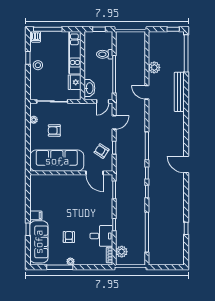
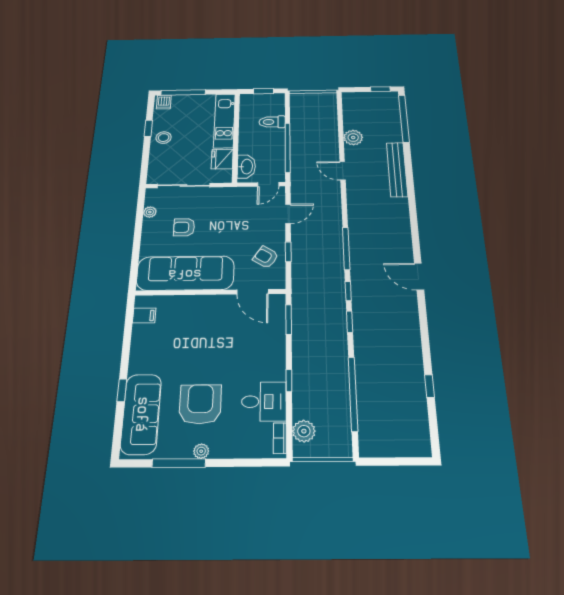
filing cabinet: (36, 215) -> (144, 316), moved
armchair: (69, 237) -> (200, 404), width x1.88, depth x1.88

